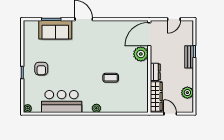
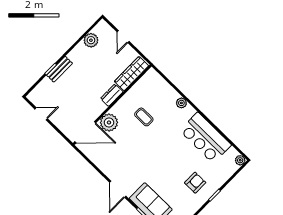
door: (149, 34) -> (85, 132), moved
plant: (141, 54) -> (109, 123), moved
wall: (149, 66) -> (112, 105), moved
dresser: (155, 72) -> (112, 95), moved
wardrobe: (156, 96) -> (131, 74), moved

